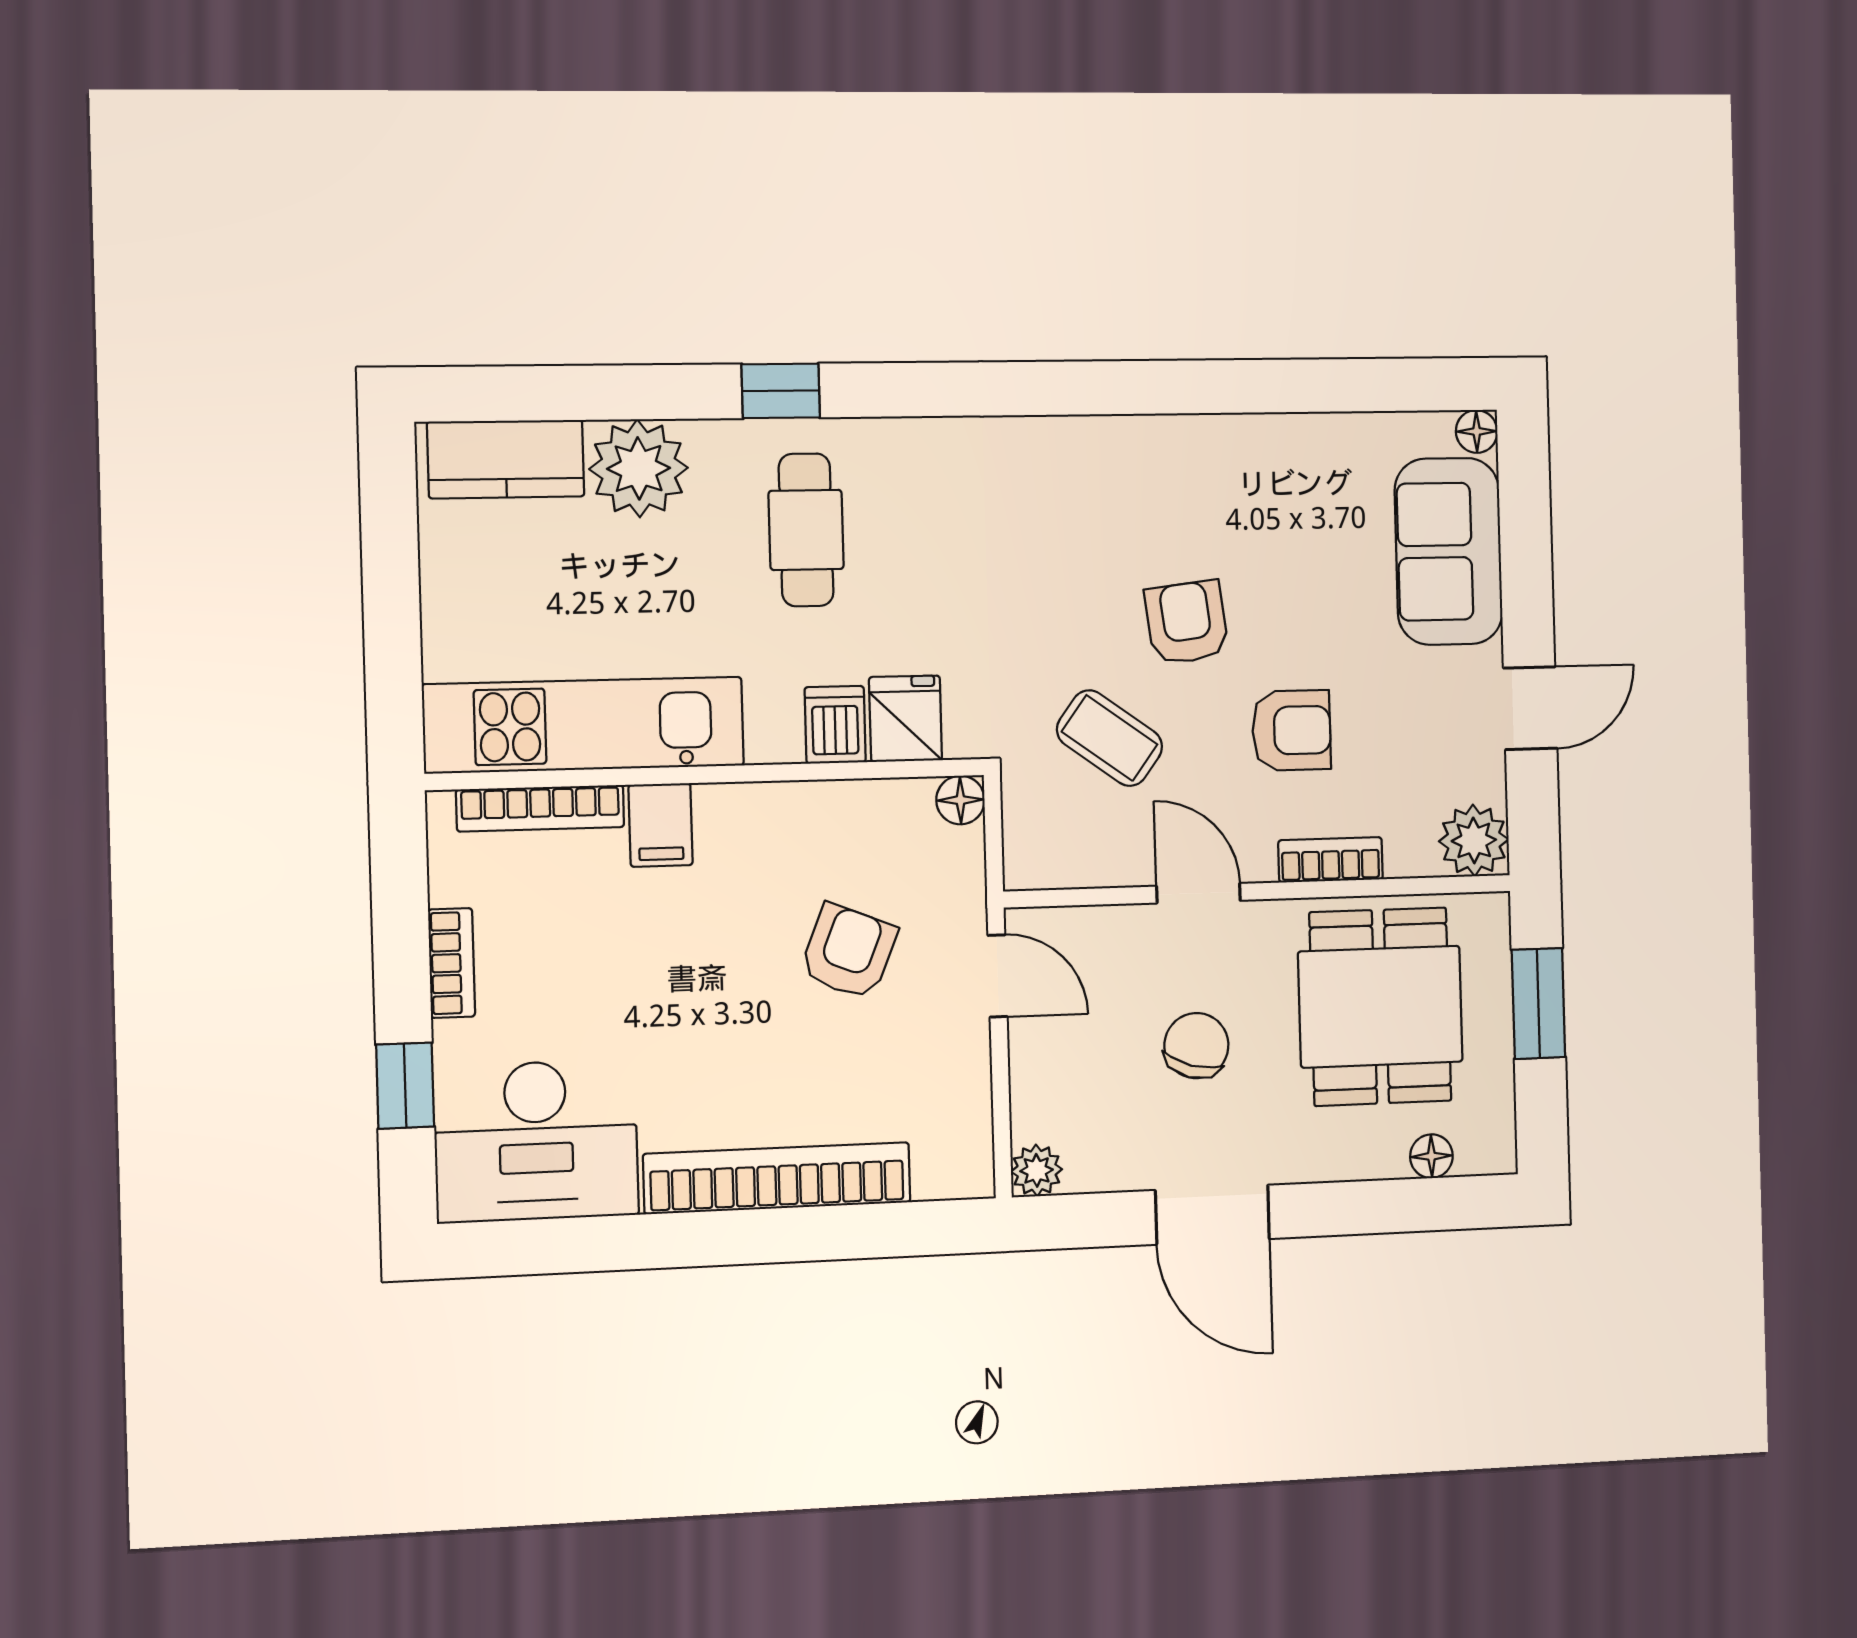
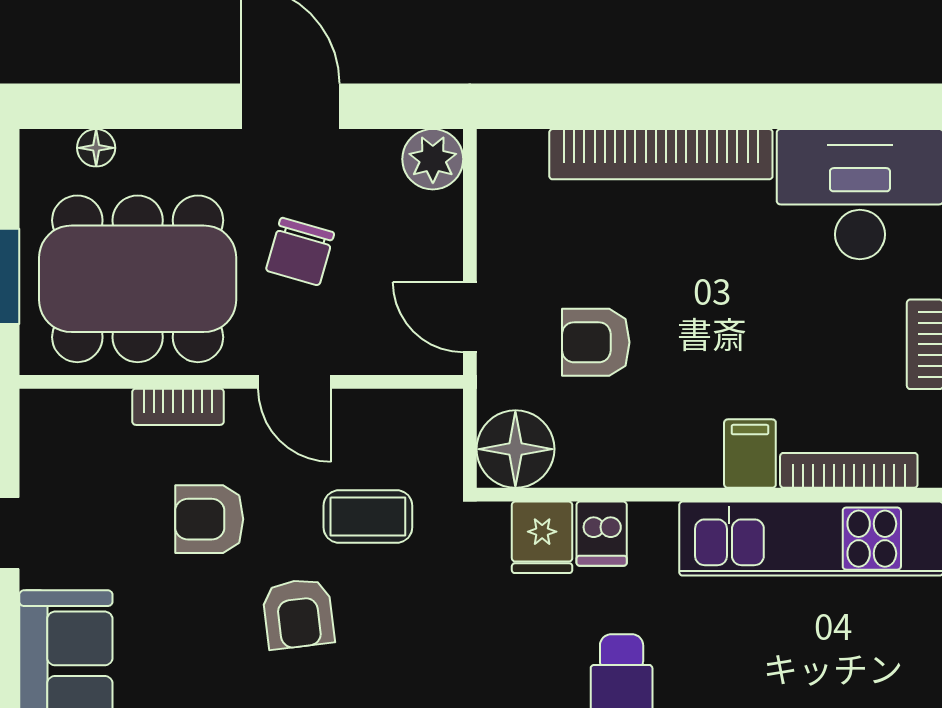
coffee table: (1110, 738) -> (368, 517), turned -36
floor lamp: (960, 800) -> (515, 449), width x1.89, depth x1.89
plant: (1474, 840) -> (51, 420), removed
armchair: (848, 952) -> (596, 342), turned 68
dining table: (1380, 1007) -> (138, 279), width x1.38
plant: (1037, 1170) -> (433, 159), width x1.38, depth x1.38

